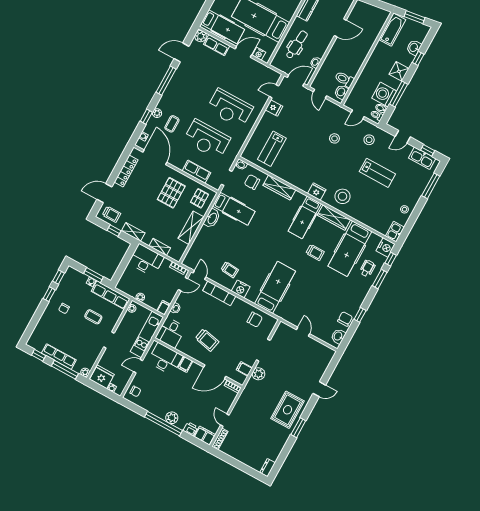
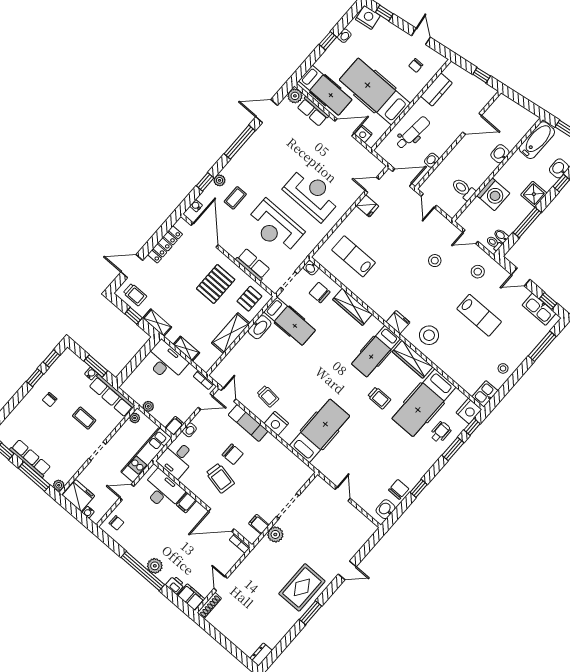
washbasin: (341, 92) -> (500, 154), moved
washing machine: (384, 95) -> (493, 194), moved, turned 180
reception desk: (230, 108) -> (312, 194), turned 180
lab bench: (272, 149) -> (354, 256), turned 90
chair: (255, 320) -> (233, 454), moved

